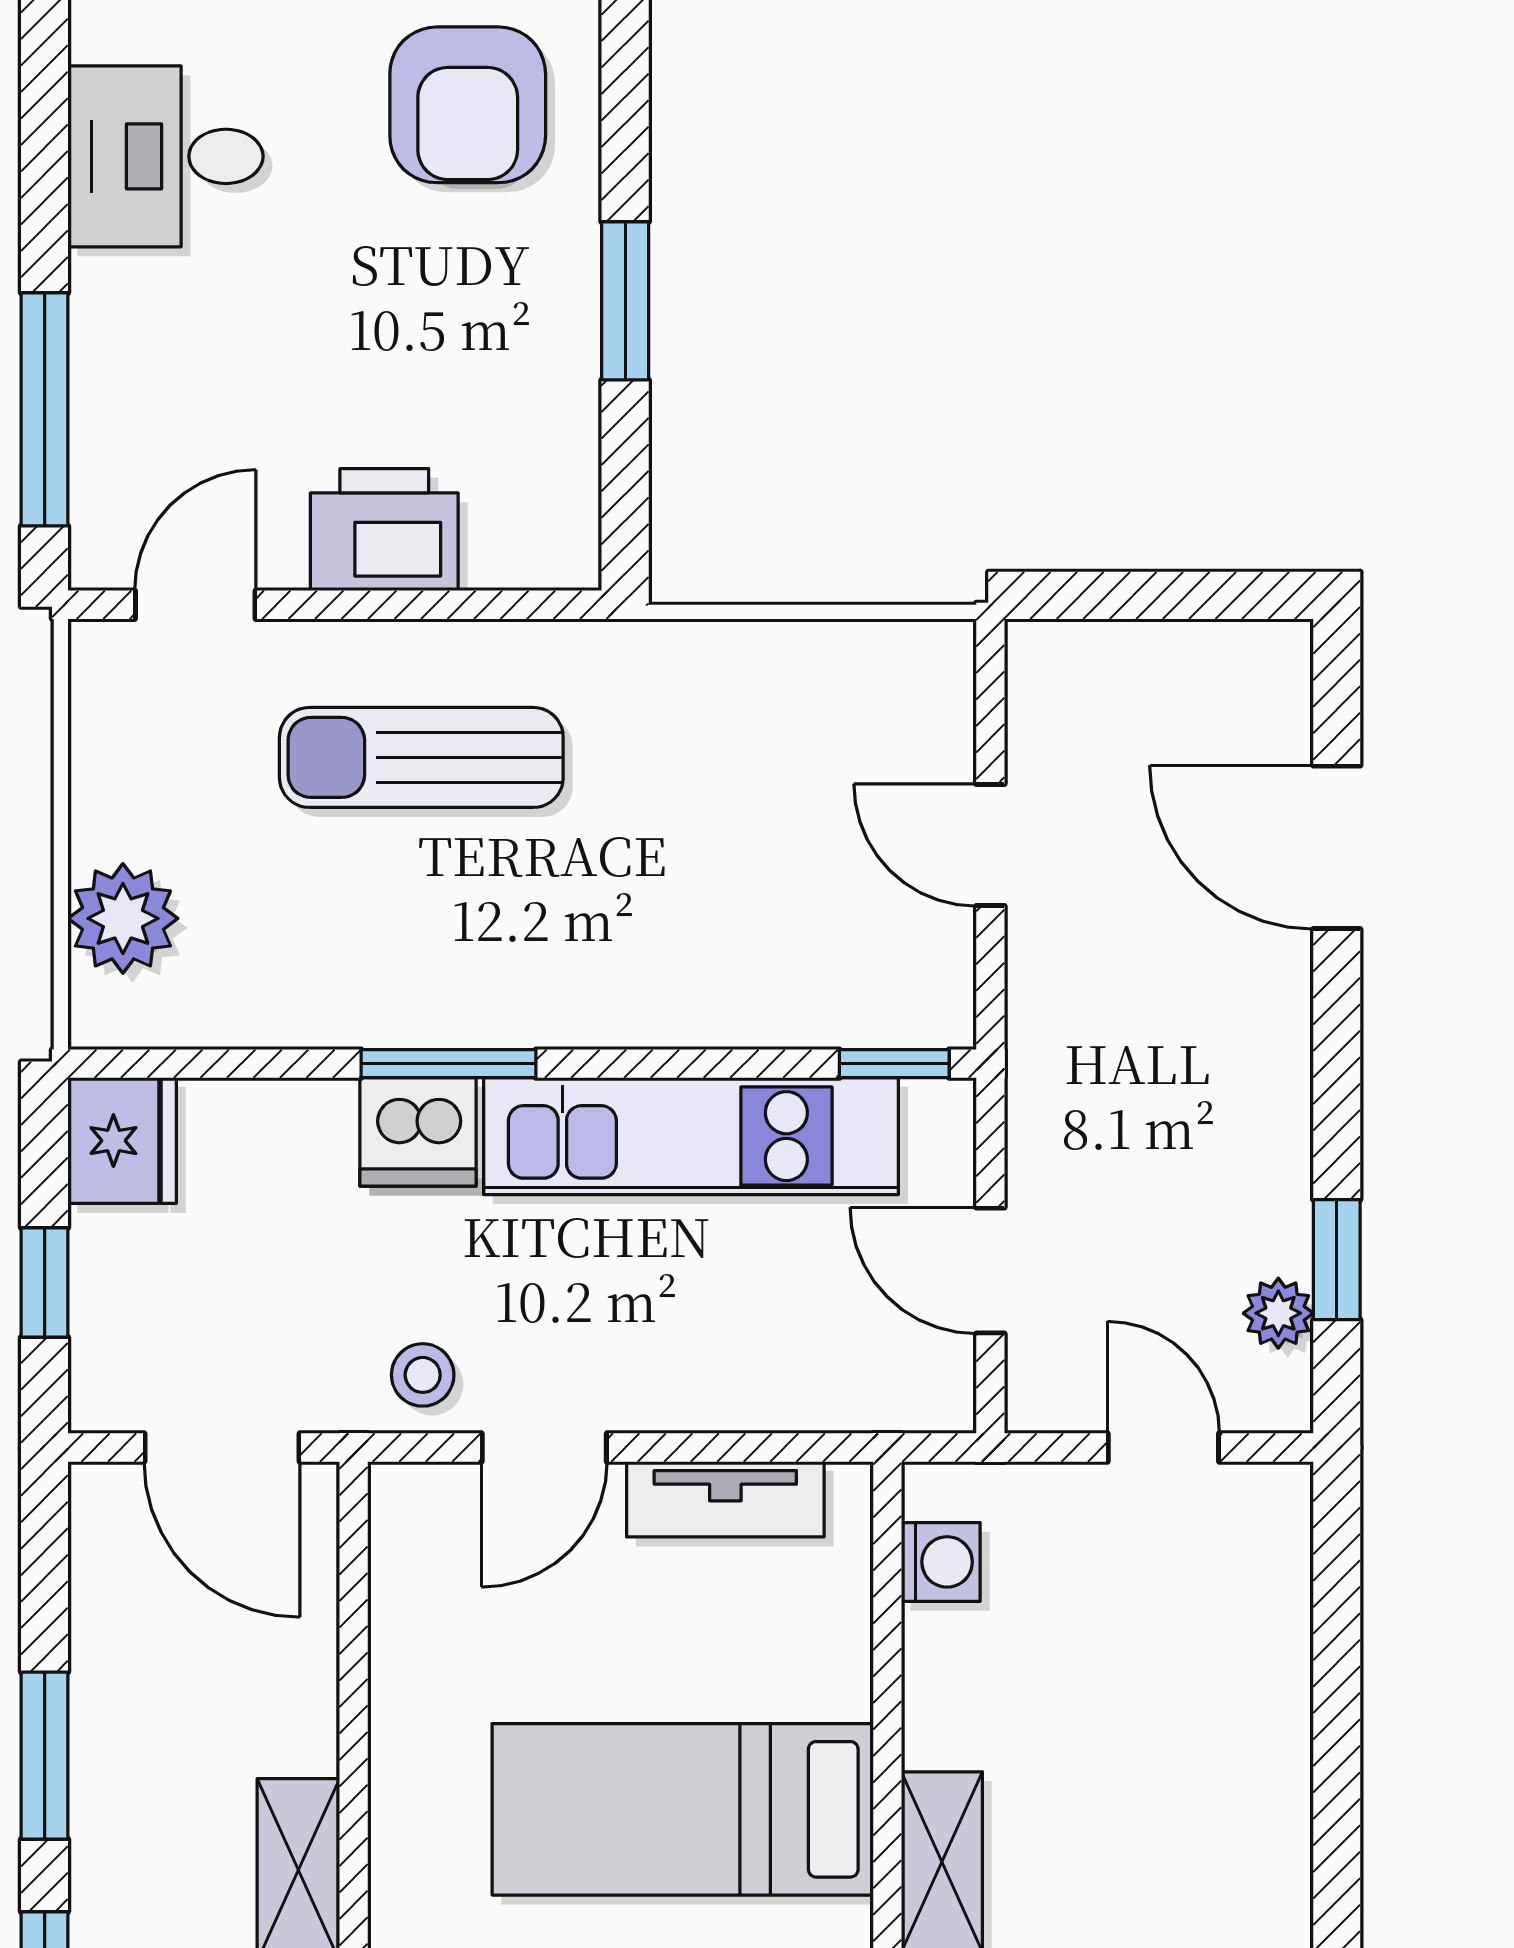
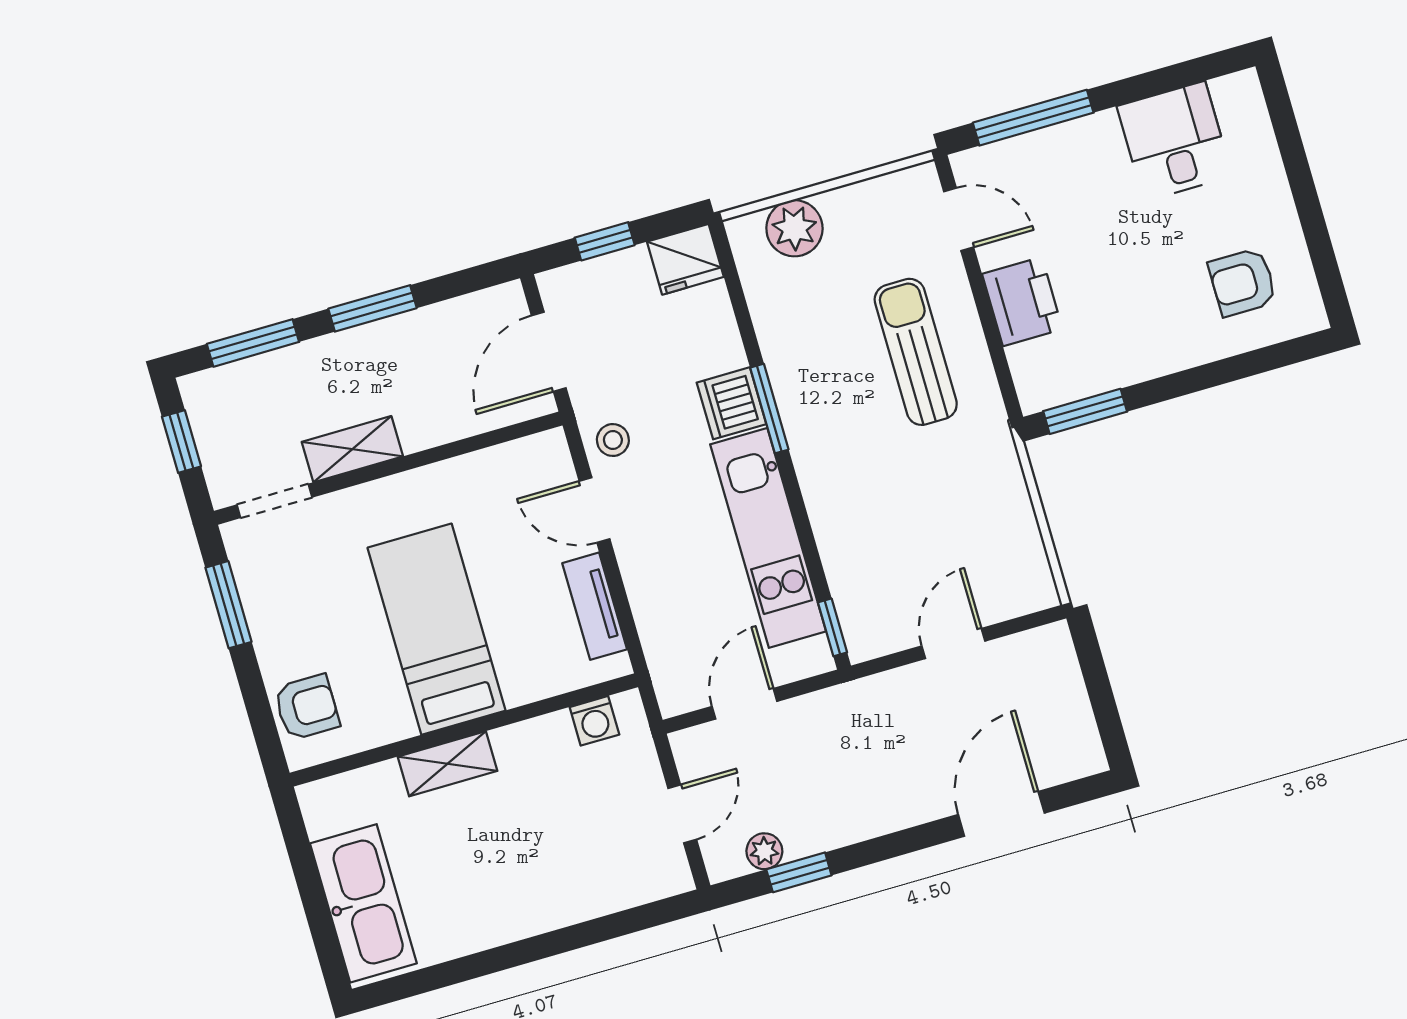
armchair: (468, 105) -> (1243, 282), width x0.72, depth x0.72
window: (625, 301) -> (1085, 411), moved

